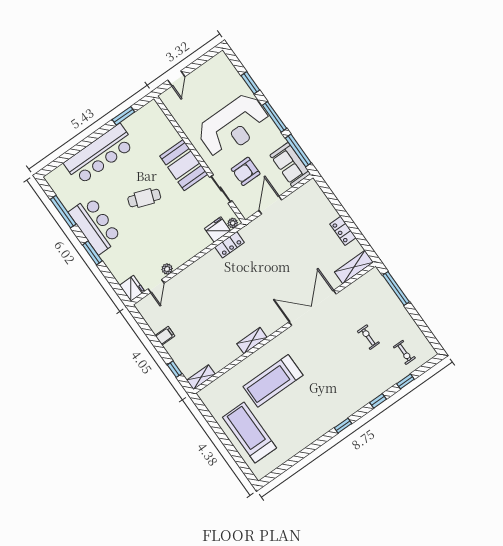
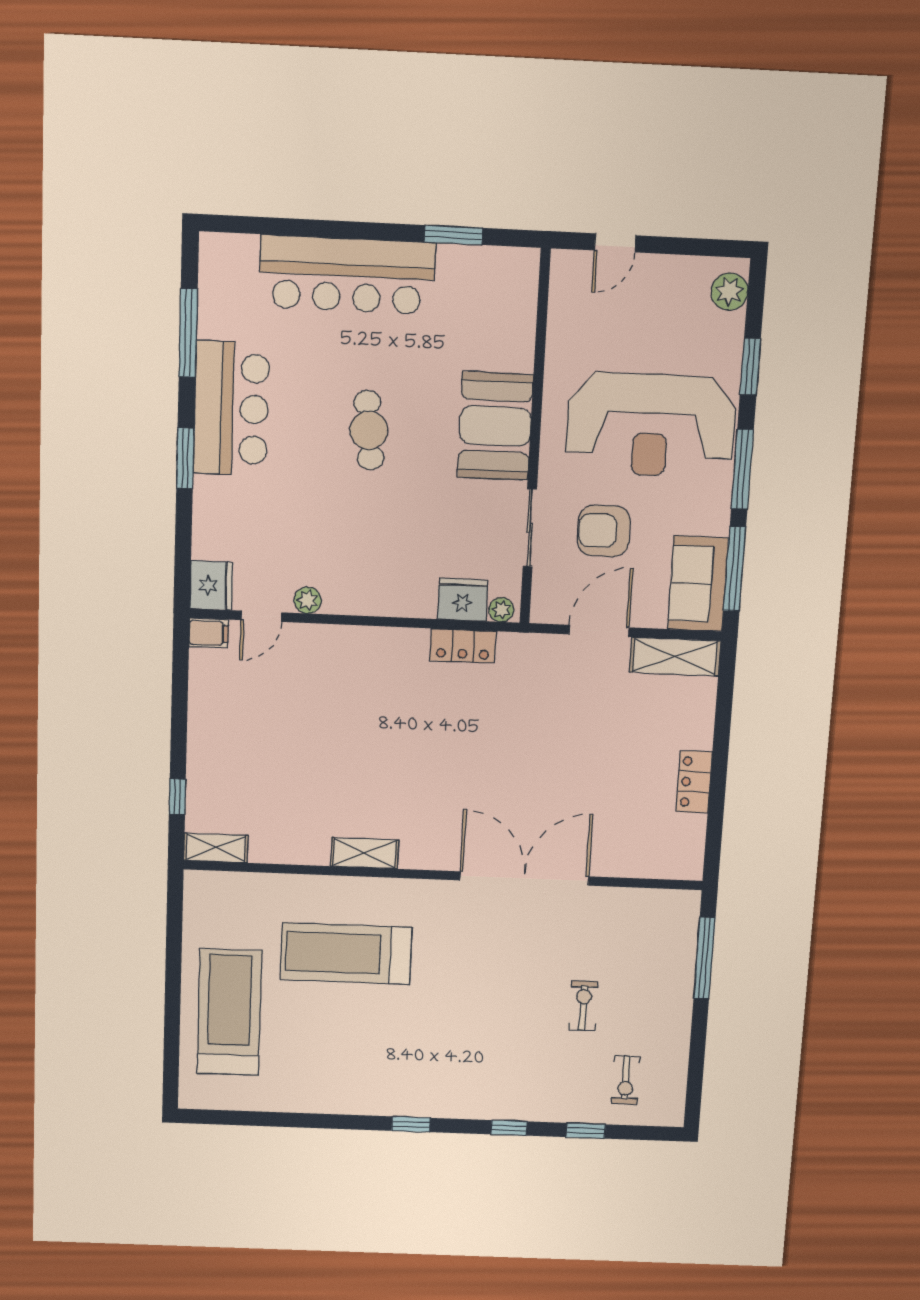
plant: (225, 65) -> (729, 292), added
cafe table: (144, 198) -> (369, 430), turned 64
shelving: (354, 267) -> (675, 657), moved
filing cabinet: (165, 336) -> (209, 633), moved

